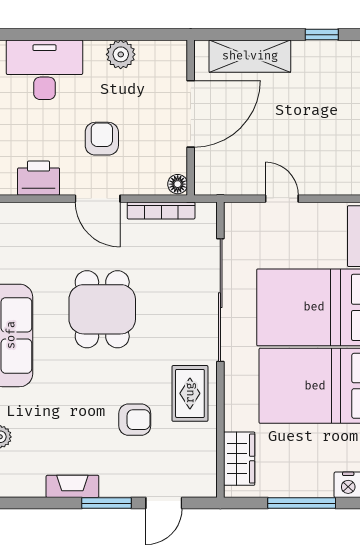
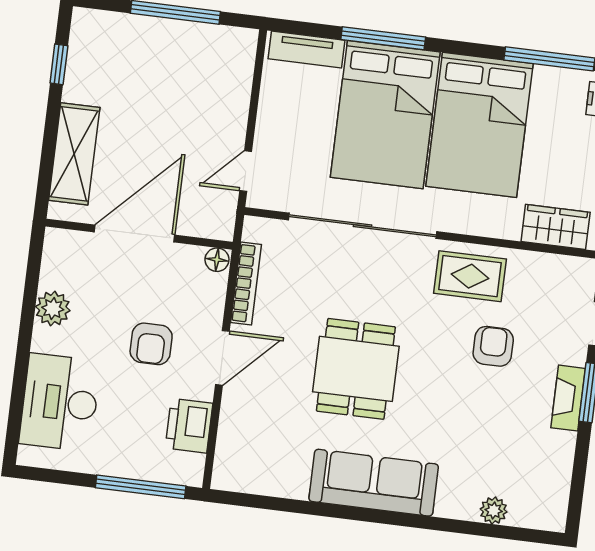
door: (191, 114) -> (135, 234), hinge flipped
armchair: (102, 139) -> (151, 344), turned -90
door: (282, 199) -> (246, 171), moved
dining table: (102, 309) -> (356, 369), turned 90
fireplace: (72, 486) -> (568, 398), moved

